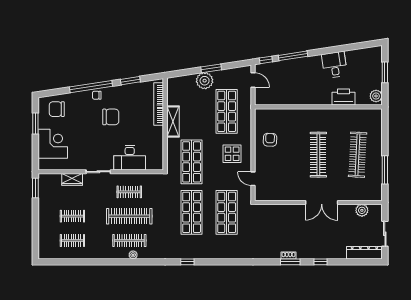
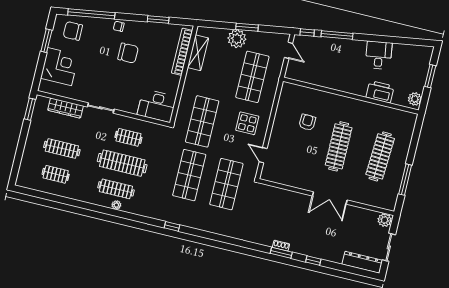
window: (91, 87) -> (91, 14), moved
shelving: (173, 121) -> (198, 53), moved
armchair: (270, 140) -> (307, 122), moved
desk: (130, 158) -> (157, 106), moved
wardrobe: (72, 179) -> (66, 108), width x1.50
plant: (362, 210) -> (385, 220), moved
clothes rail: (72, 216) -> (62, 149), width x1.36

